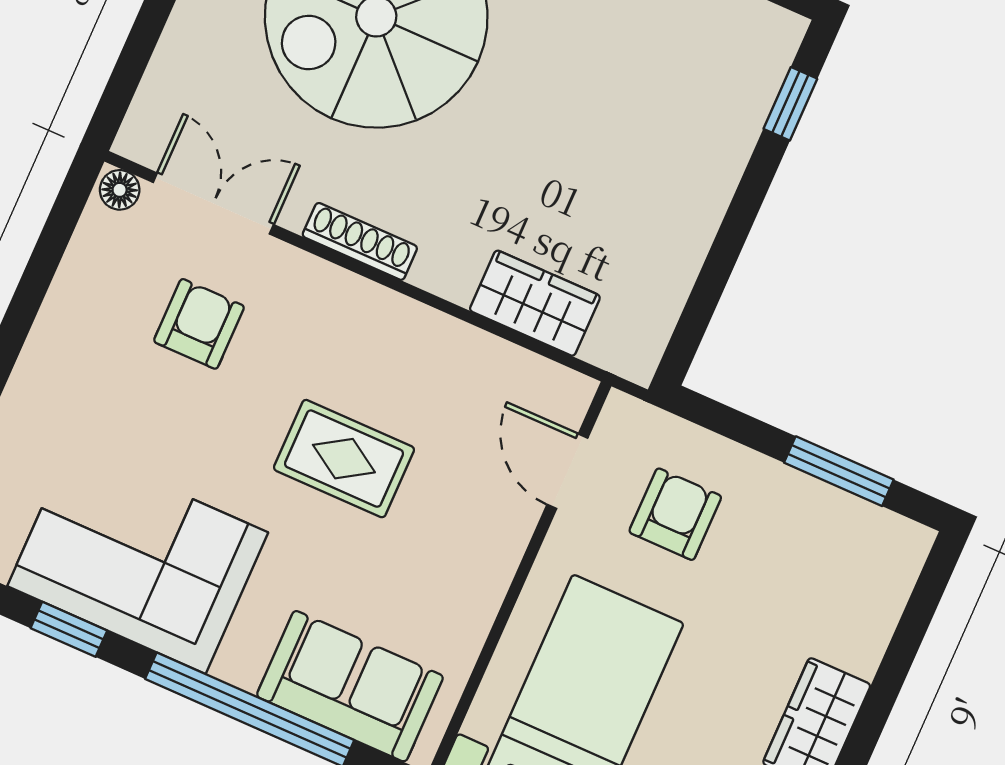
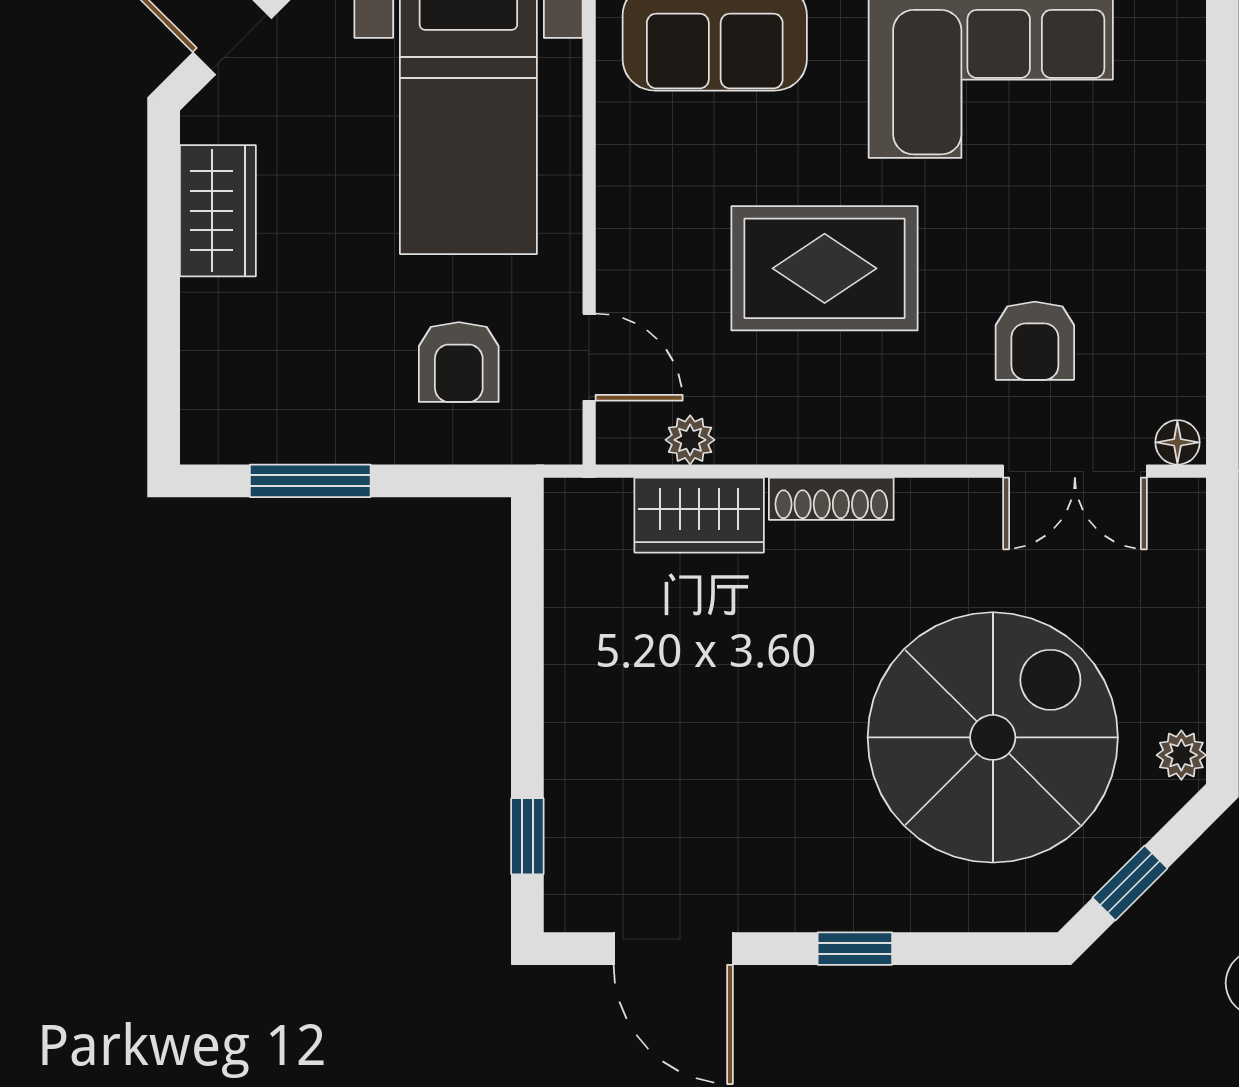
shoe rack: (360, 241) -> (831, 499), moved
plant: (515, 368) -> (690, 440), added
rug: (344, 459) -> (825, 268), width x1.36, depth x1.43

